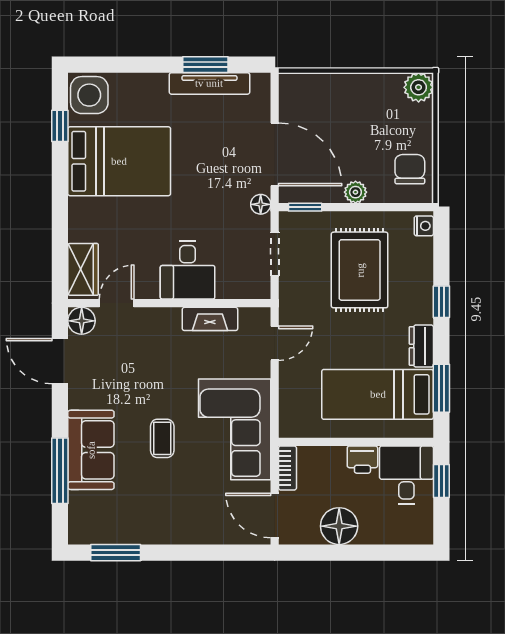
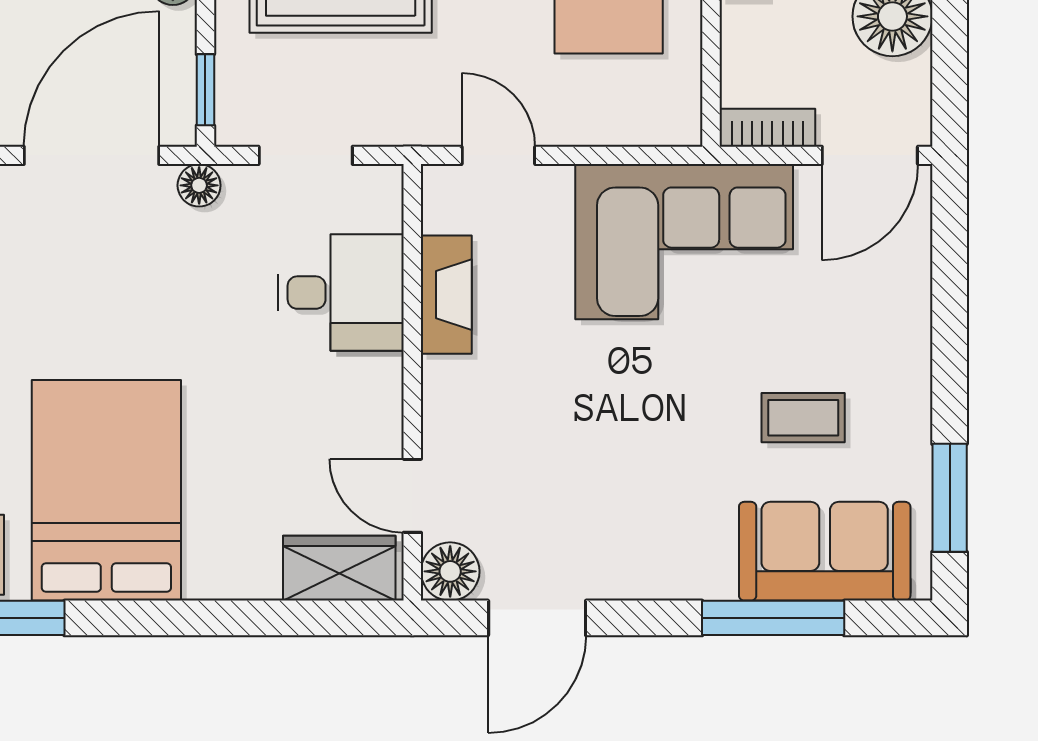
desk: (188, 270) -> (341, 293), moved
coffee table: (162, 438) -> (803, 418), moved
sofa: (91, 450) -> (825, 551), moved

